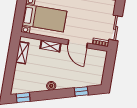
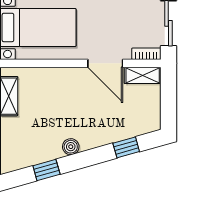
shelving: (51, 46) -> (143, 75), moved
window: (23, 98) -> (46, 170), moved

